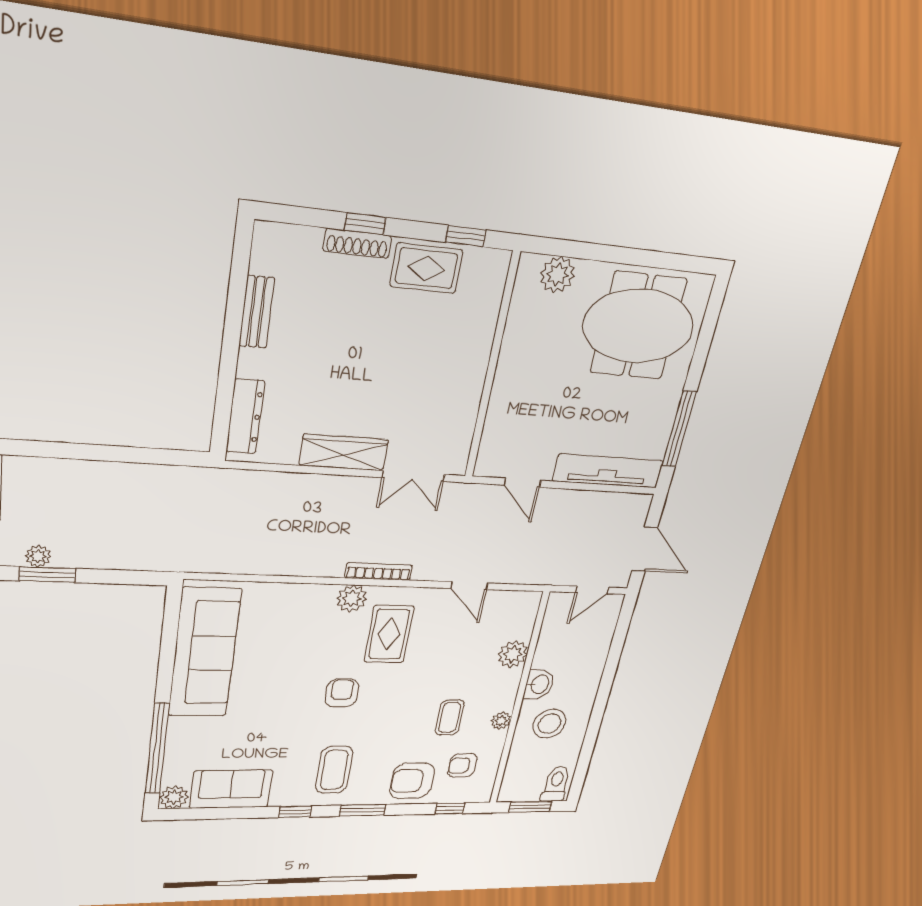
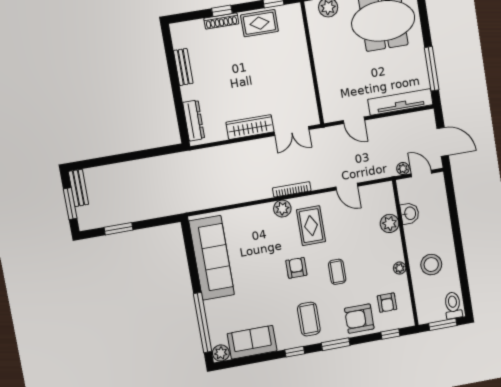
plant: (38, 556) -> (403, 169), moved
door: (592, 590) -> (421, 174), swing flipped
washbasin: (539, 684) -> (410, 213), moved
coffee table: (450, 717) -> (337, 272), moved
armchair: (462, 765) -> (387, 303), turned -88

